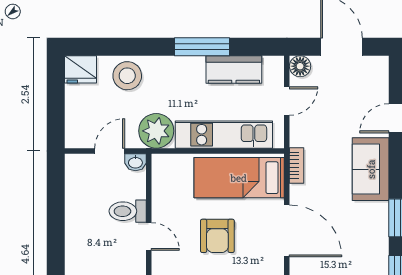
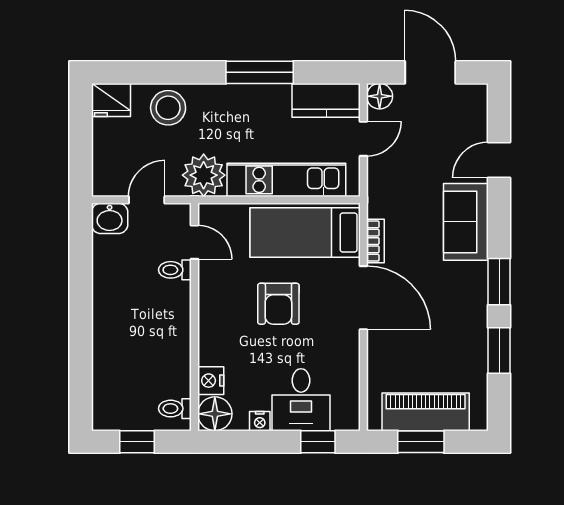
kitchen counter: (234, 70) -> (326, 100), moved
washbasin: (135, 162) -> (110, 218), moved, width x1.38, depth x1.45
bookcase: (297, 165) -> (375, 241), moved
toilet: (128, 211) -> (175, 270), width x0.73, depth x0.72
door: (149, 236) -> (194, 242), moved

